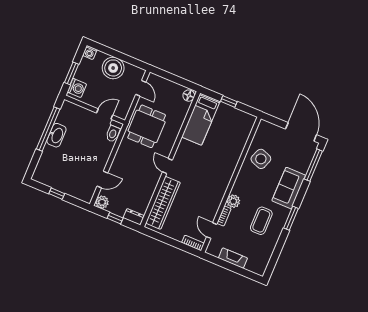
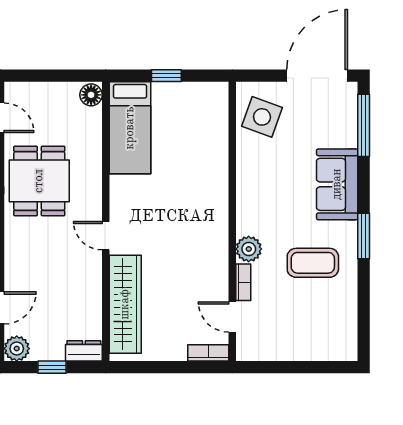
door: (301, 132) -> (317, 76), hinge flipped
side table: (261, 159) -> (262, 117), moved
coffee table: (261, 221) -> (313, 263), turned 90
fireplace: (233, 258) -> (290, 350), removed

